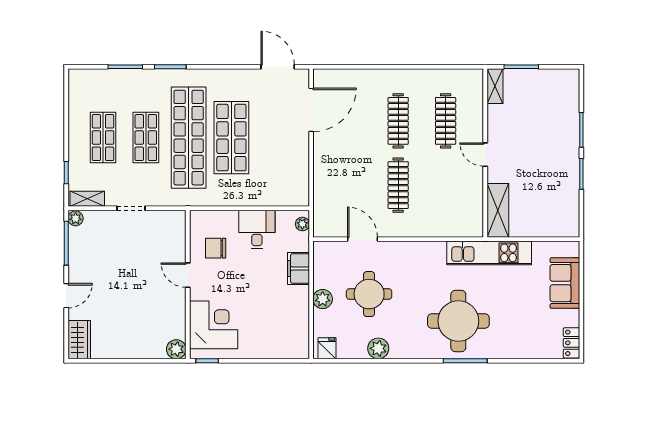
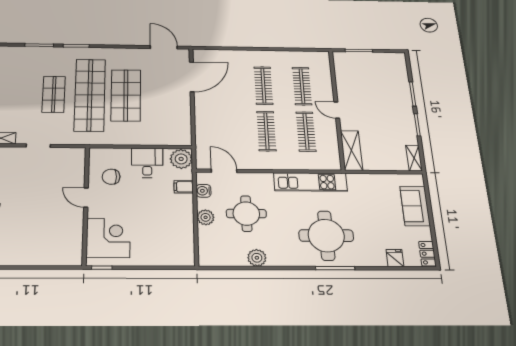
shelving: (495, 86) -> (414, 158), moved
shop shelf: (103, 138) -> (17, 94), removed
clothes rail: (446, 185) -> (306, 132), added
plant: (302, 224) -> (181, 159), width x1.88, depth x1.88
door: (363, 239) -> (224, 171), moved
kitchen unit: (489, 253) -> (310, 182), moved
water cooler: (321, 265) -> (204, 191), added
filing cabinet: (298, 269) -> (184, 187), width x0.50
fridge: (327, 348) -> (395, 258), moved
plant: (176, 349) -> (74, 258), removed

